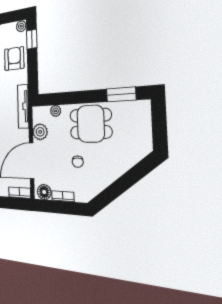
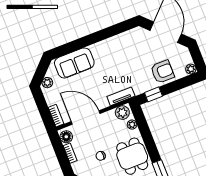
window: (32, 39) -> (153, 94), moved
tv unit: (23, 106) -> (121, 96), width x0.71
plant: (40, 132) -> (122, 113), moved

